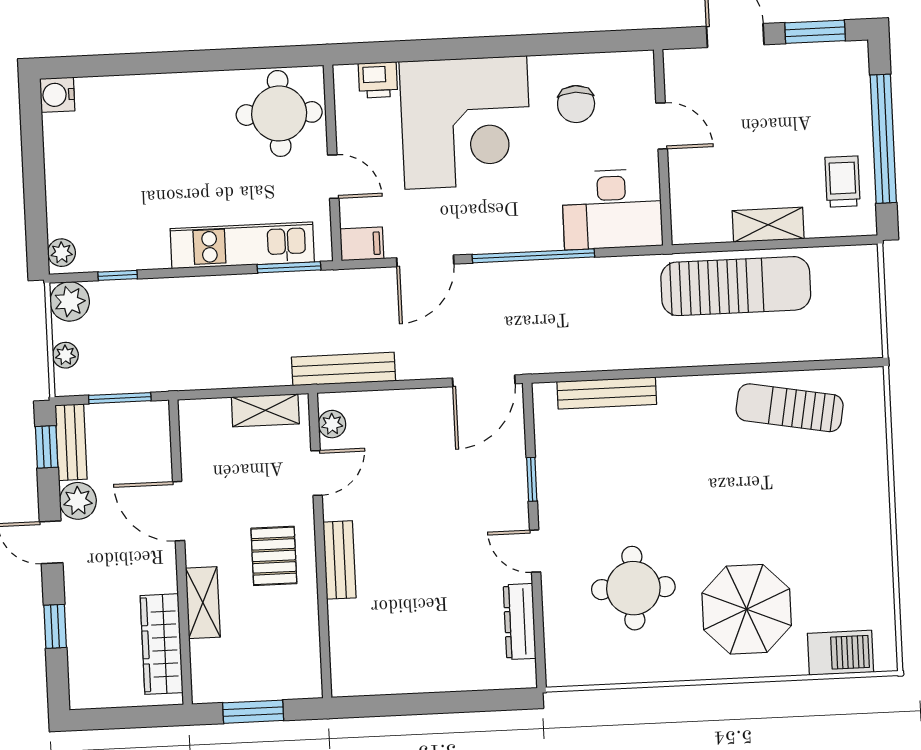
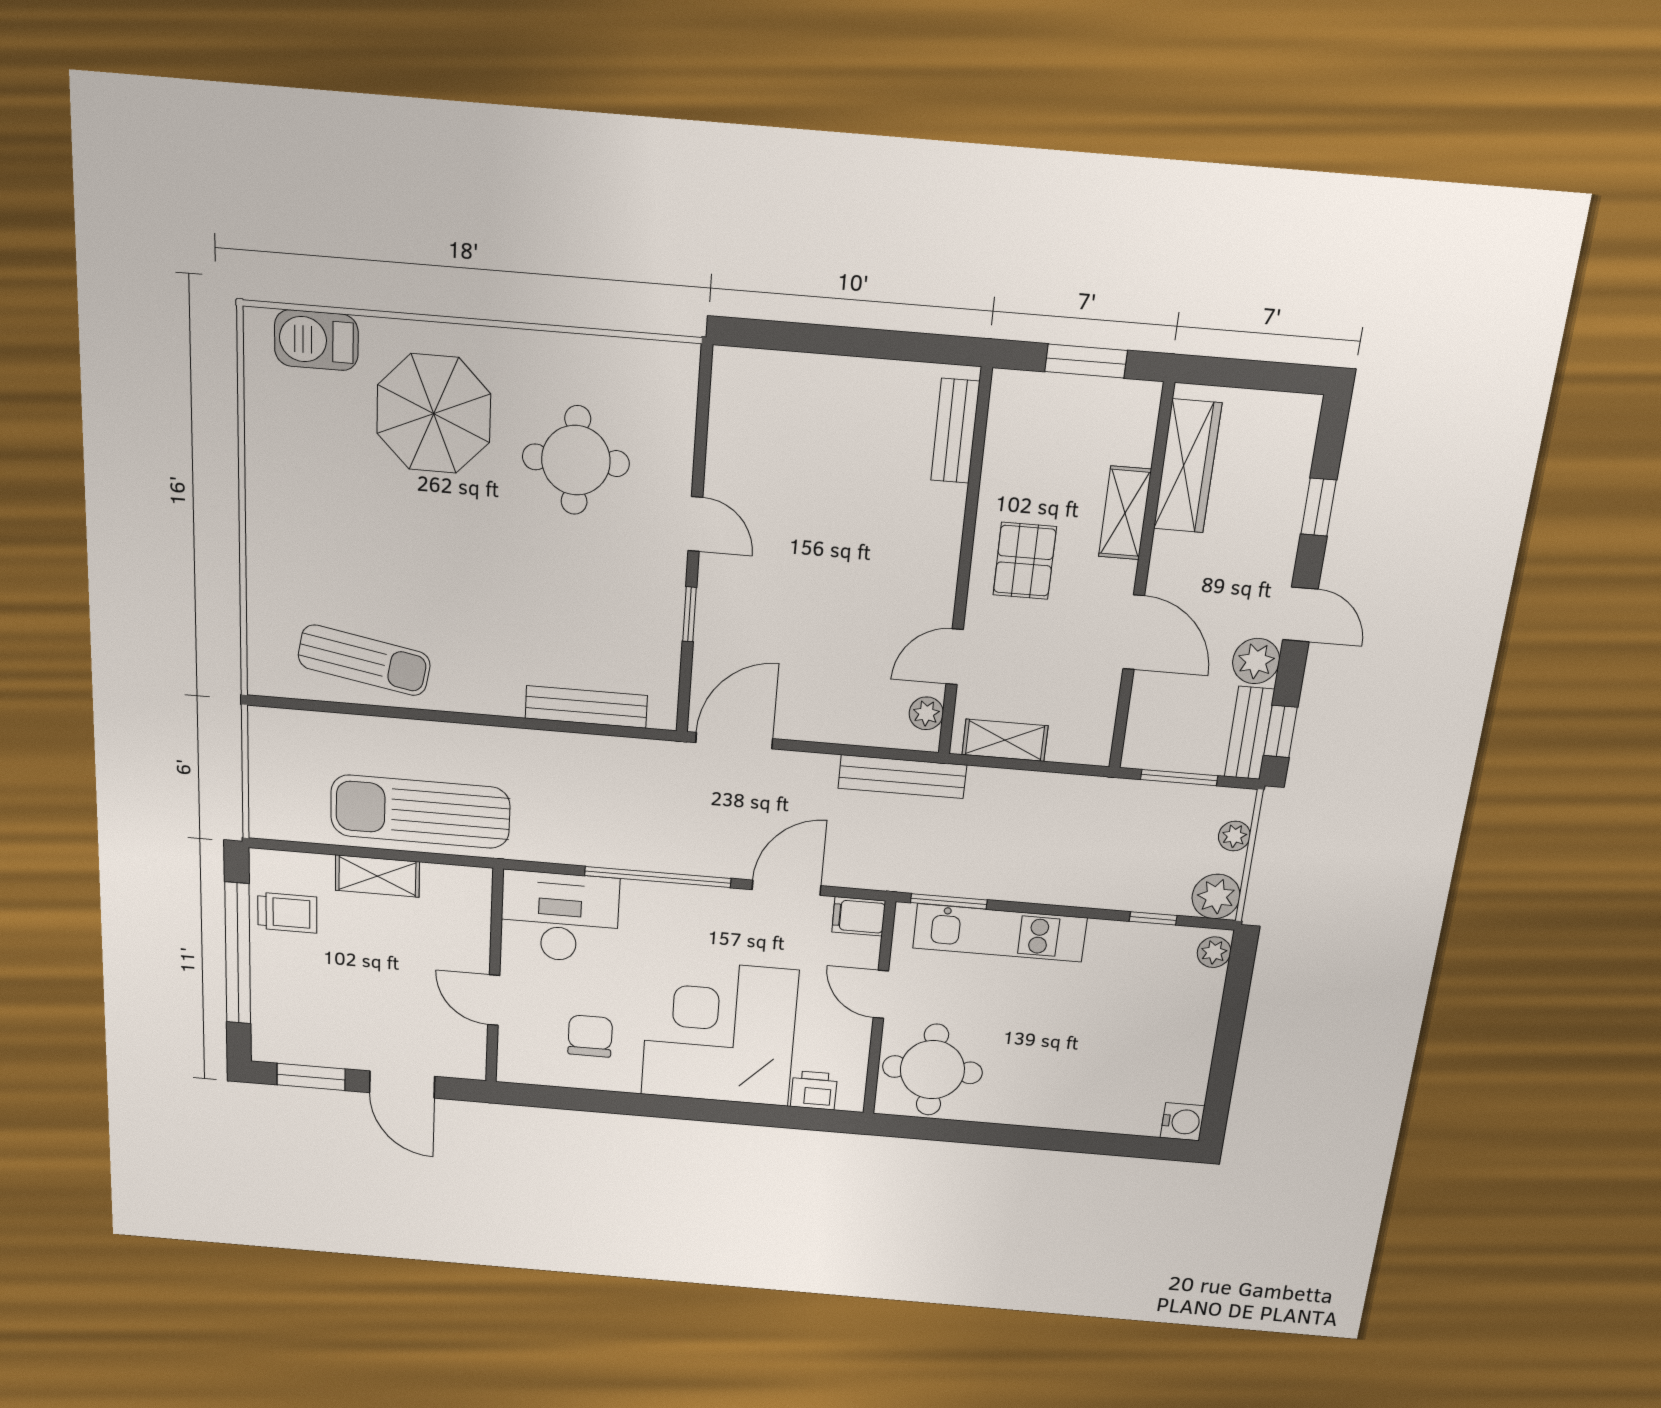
trolley: (843, 182) -> (287, 913), turned -90
bench: (340, 560) -> (955, 431), moved
dresser: (520, 622) -> (725, 436), removed

